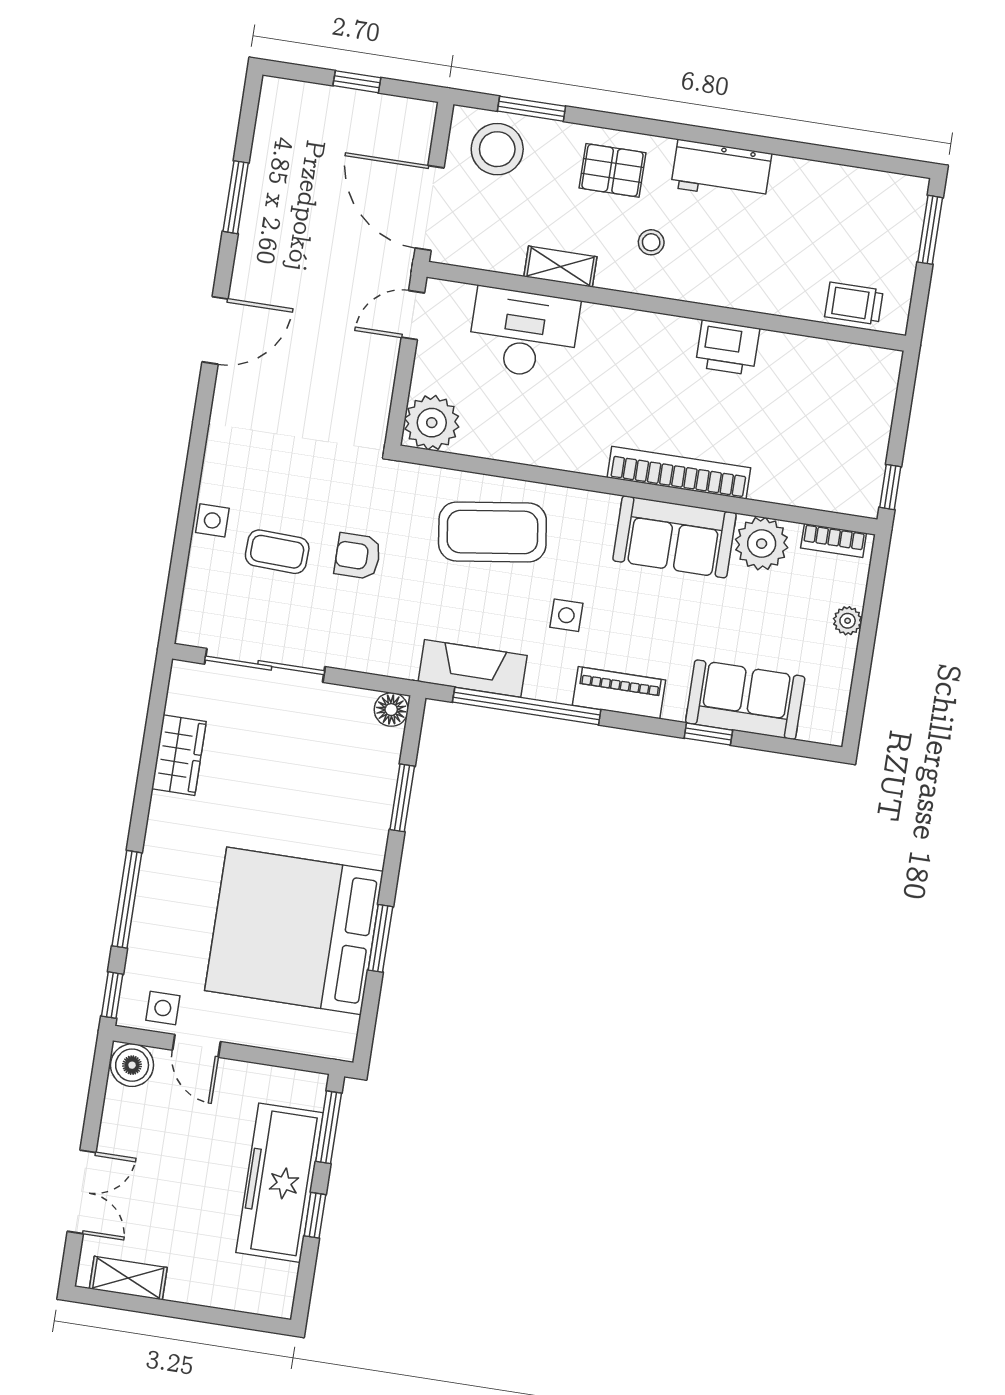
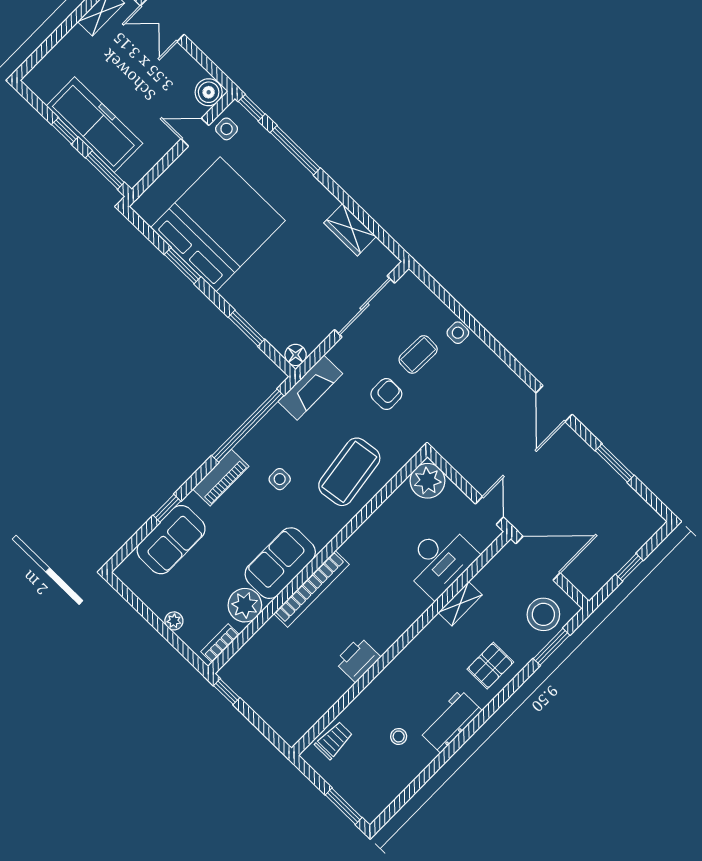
stool: (651, 242) -> (399, 736), moved
fireplace: (473, 668) -> (310, 388), moved

